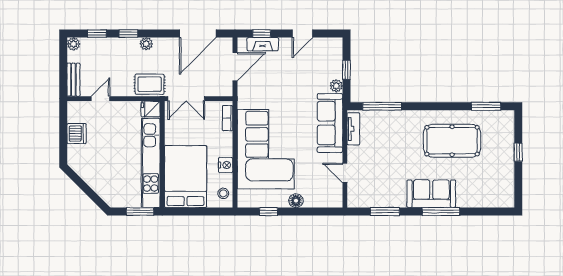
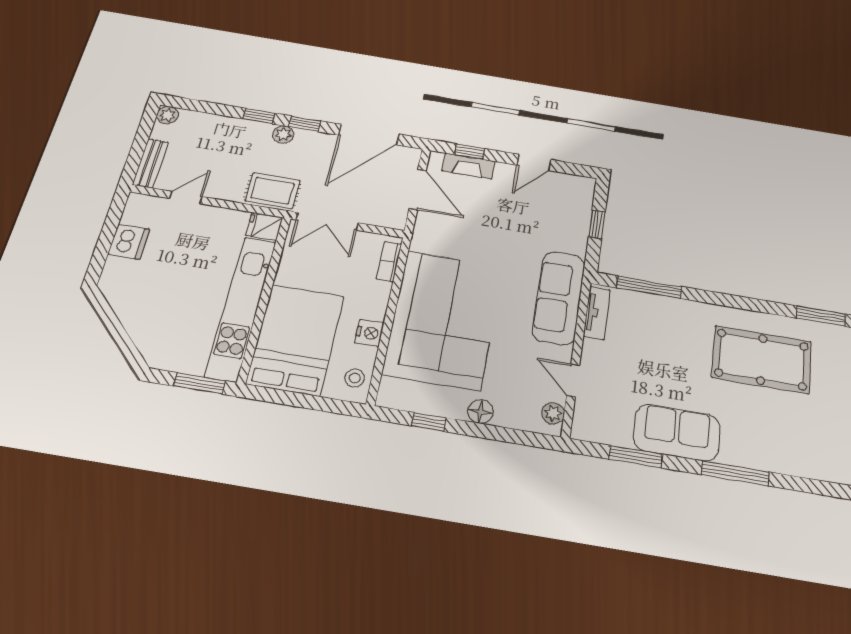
window: (97, 34) -> (305, 124), moved
door: (235, 67) -> (418, 189), hinge flipped
plant: (336, 86) -> (553, 413), moved
sofa: (431, 194) -> (677, 433), moved

